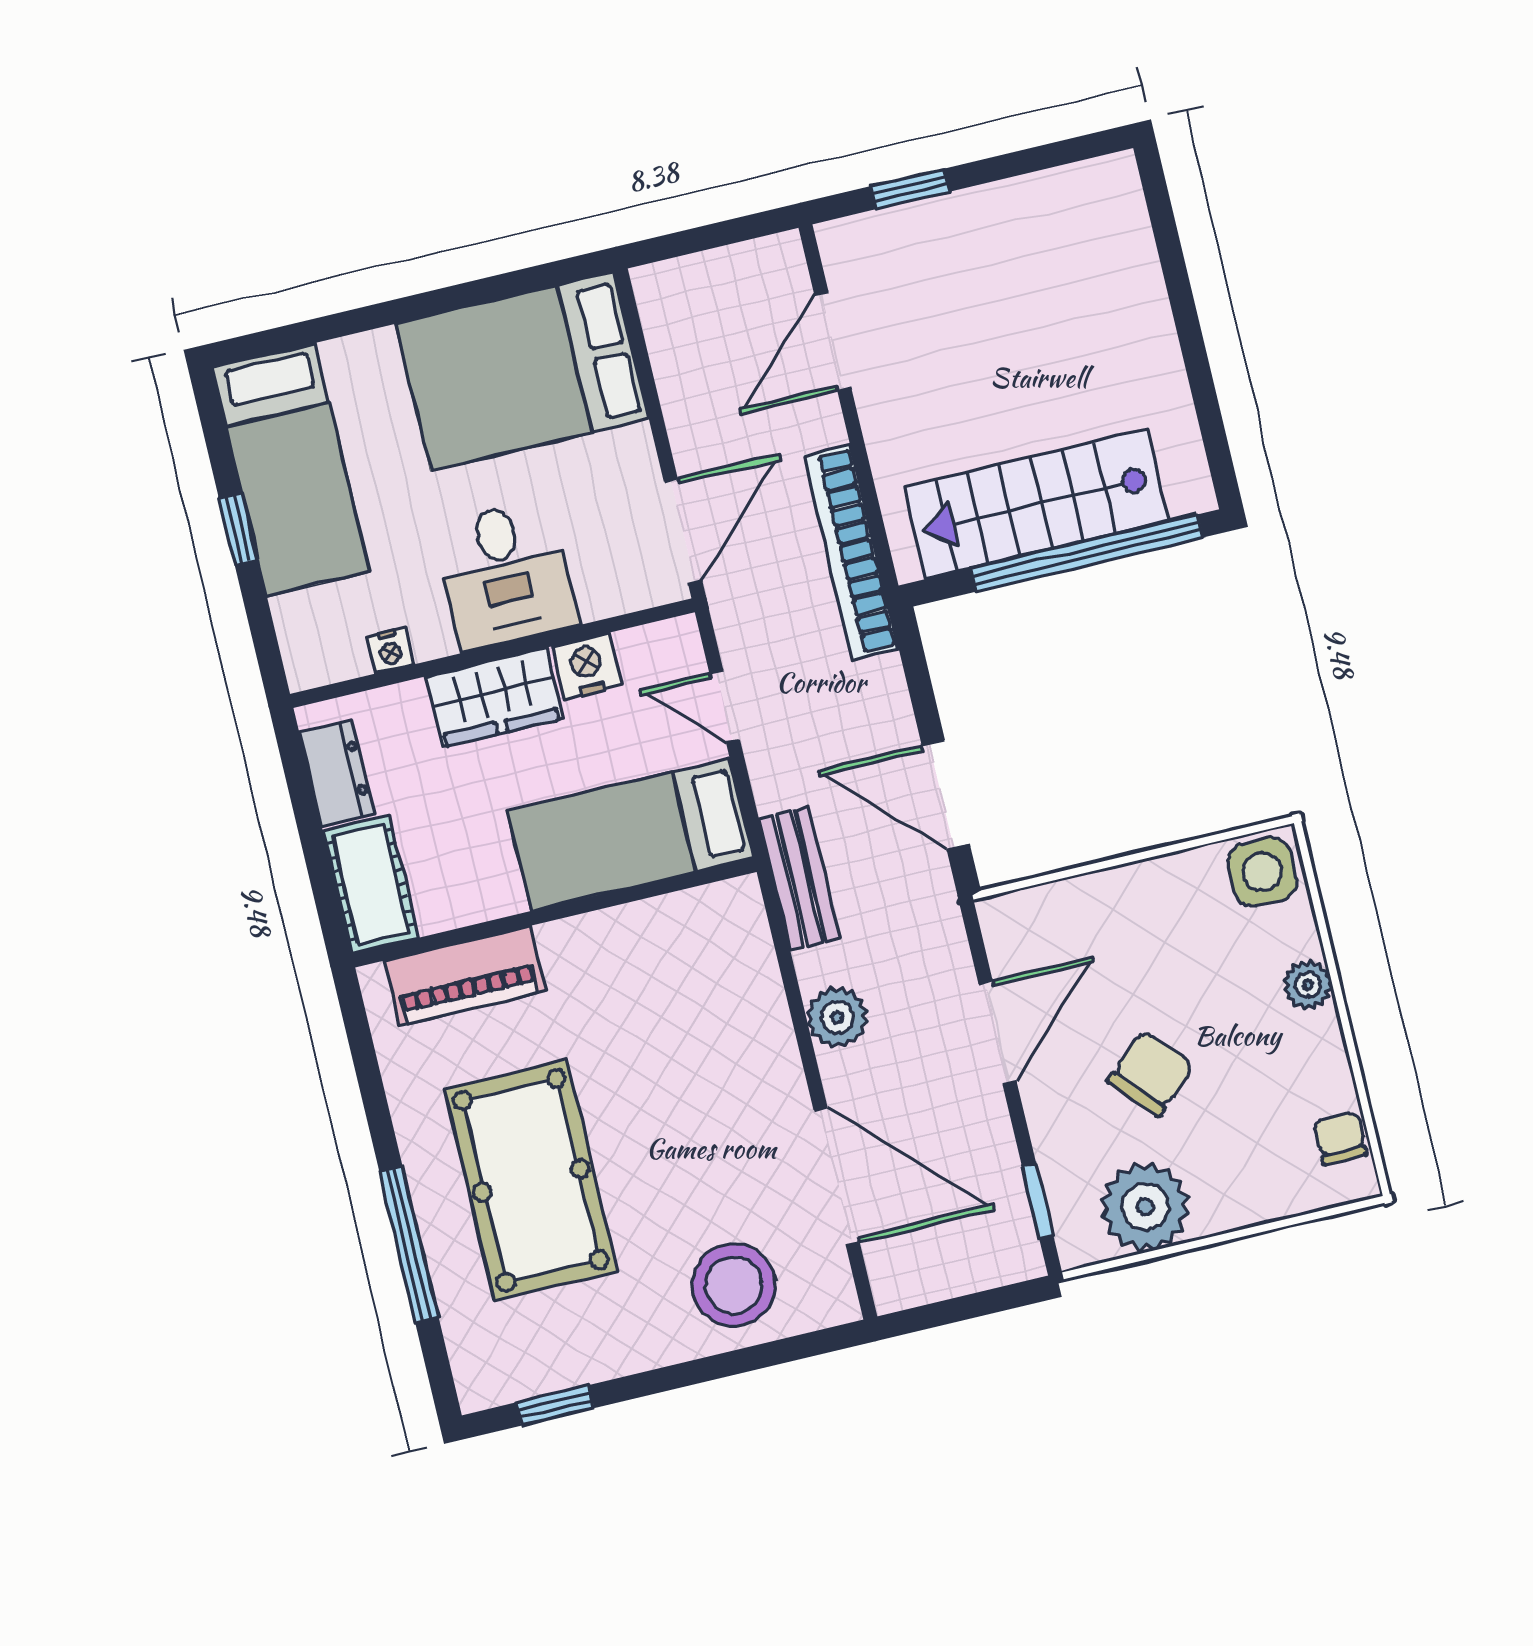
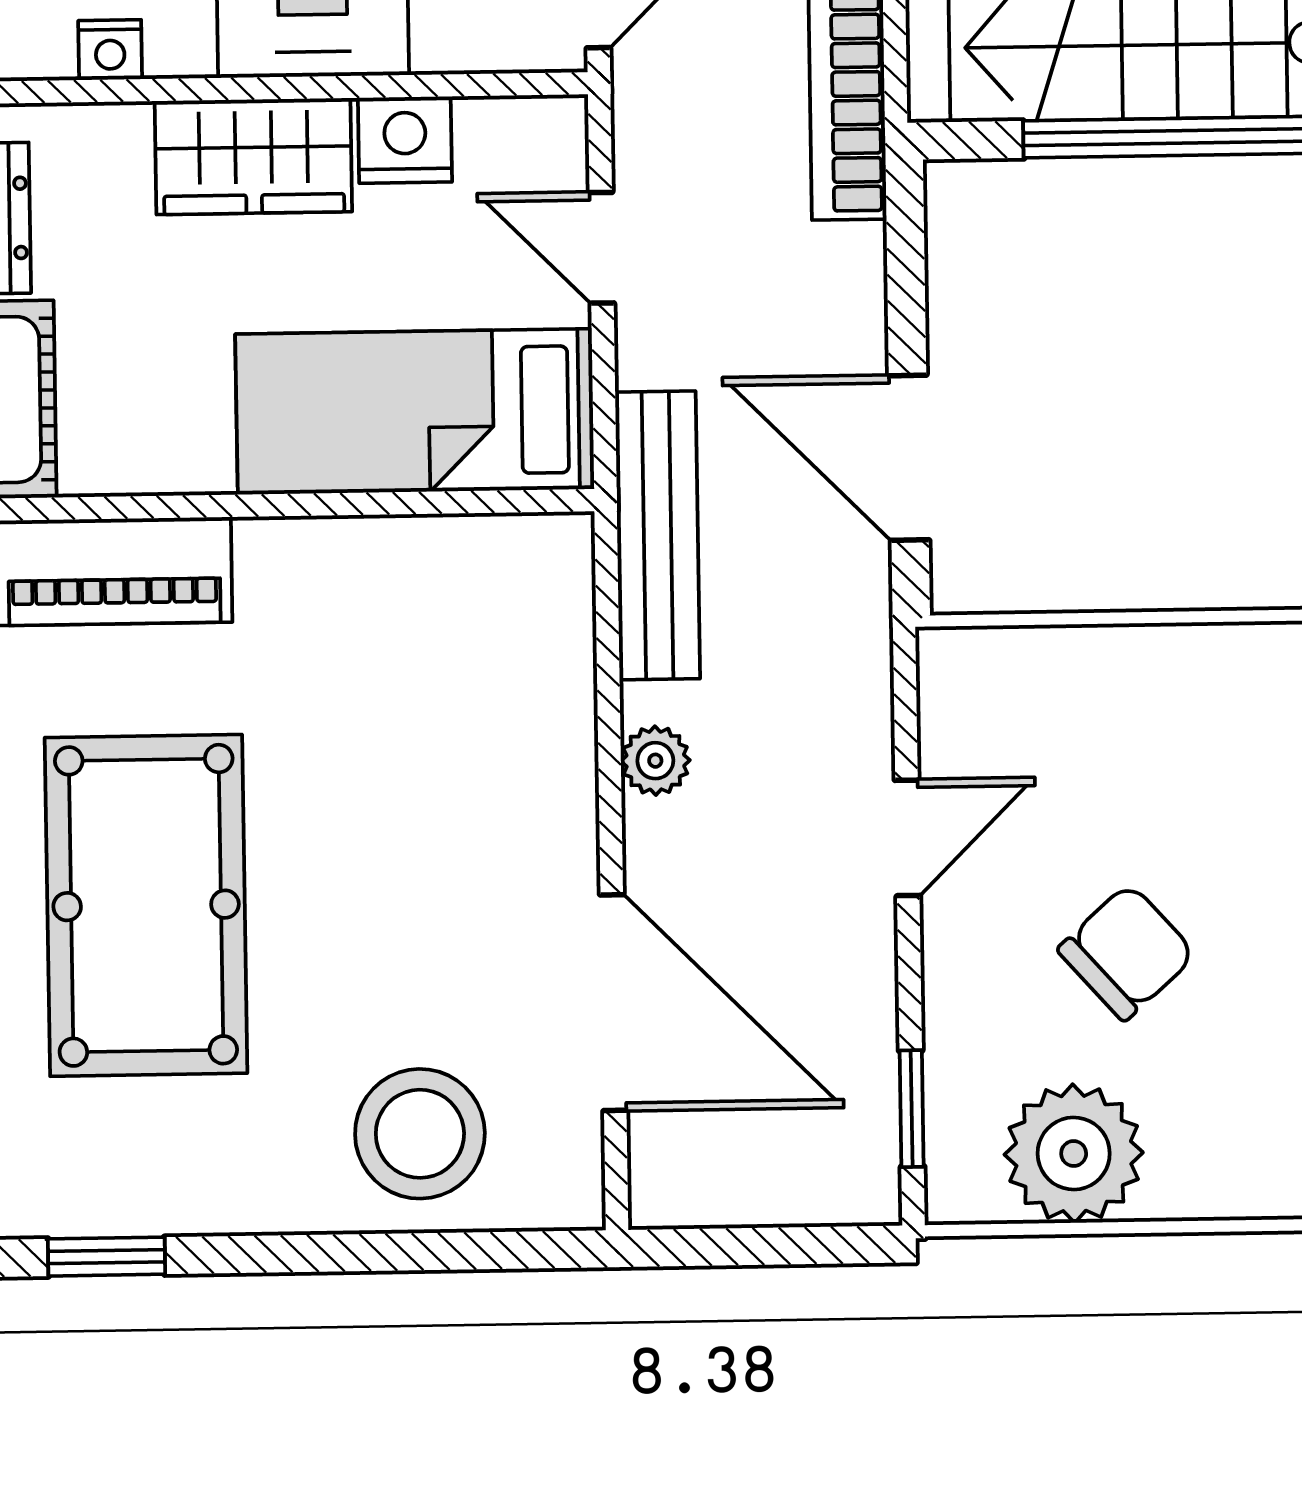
bench: (799, 878) -> (658, 535), width x1.36
plant: (837, 1017) -> (655, 761), width x0.73, depth x0.73
door: (998, 1033) -> (907, 838), width x0.73

